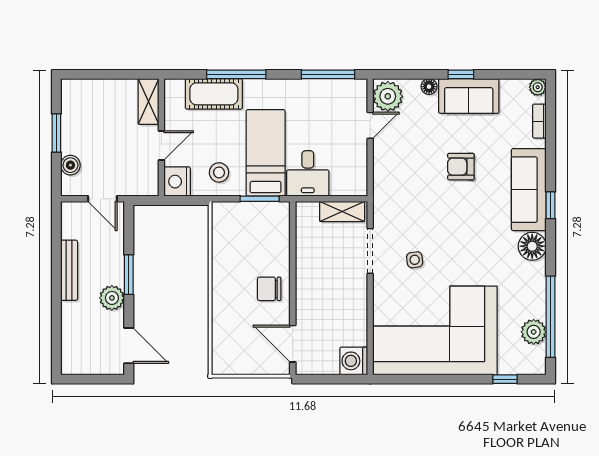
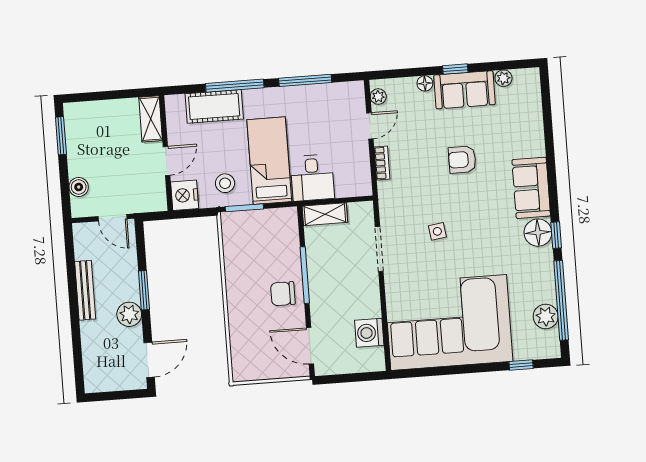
window: (328, 74) -> (305, 80), moved
plant: (538, 87) -> (503, 78), moved
plant: (388, 96) -> (378, 97), width x0.53, depth x0.53
bookcase: (539, 121) -> (382, 163), moved, turned 180
window: (56, 133) -> (61, 136), moved
sofa: (529, 190) -> (531, 188), width x0.73
window: (260, 199) -> (244, 208), moved
window: (551, 205) -> (556, 235), moved
shelving: (342, 211) -> (325, 214), moved
side table: (415, 260) -> (437, 231), moved
window: (293, 271) -> (305, 275), added
door: (129, 346) -> (149, 360), hinge flipped
washing machine: (354, 361) -> (369, 333), moved

